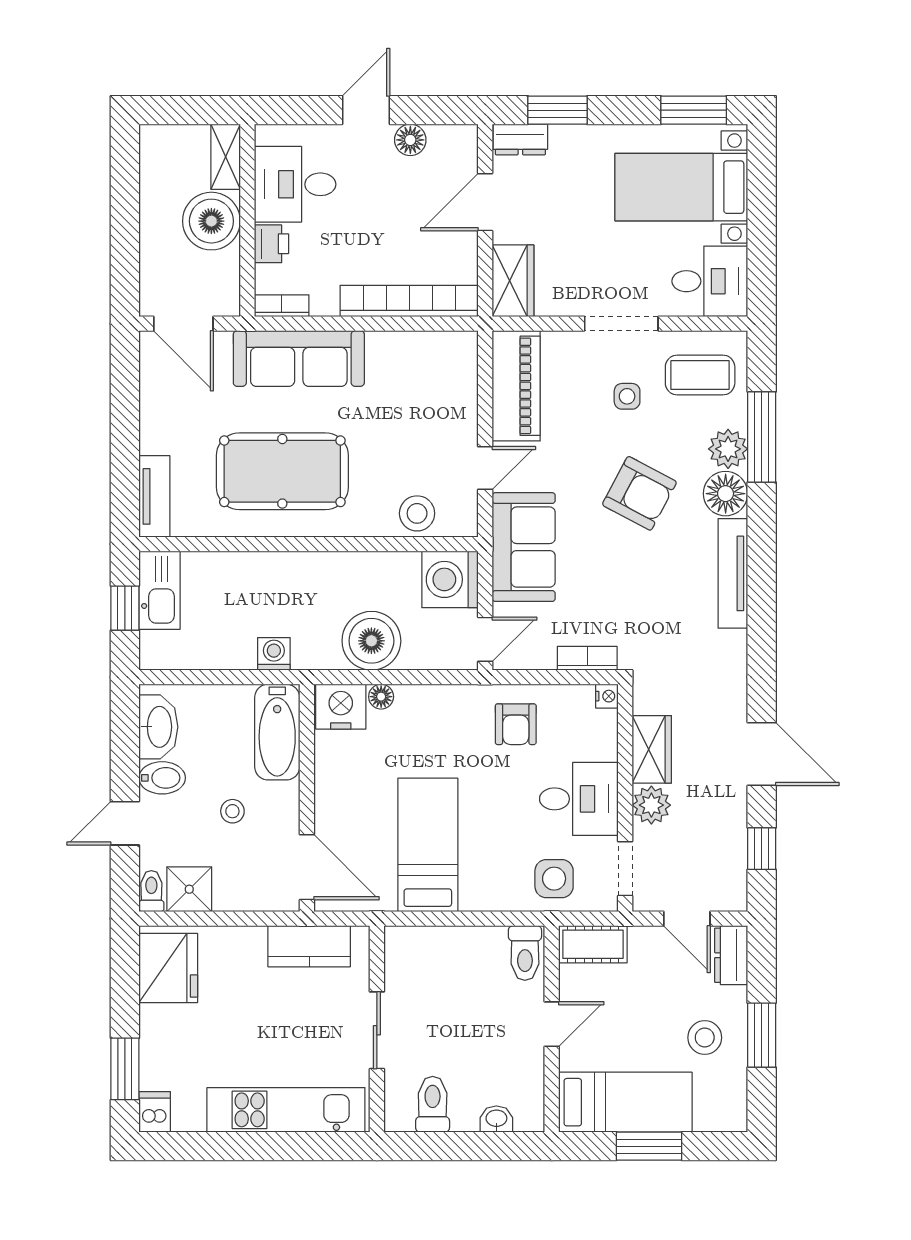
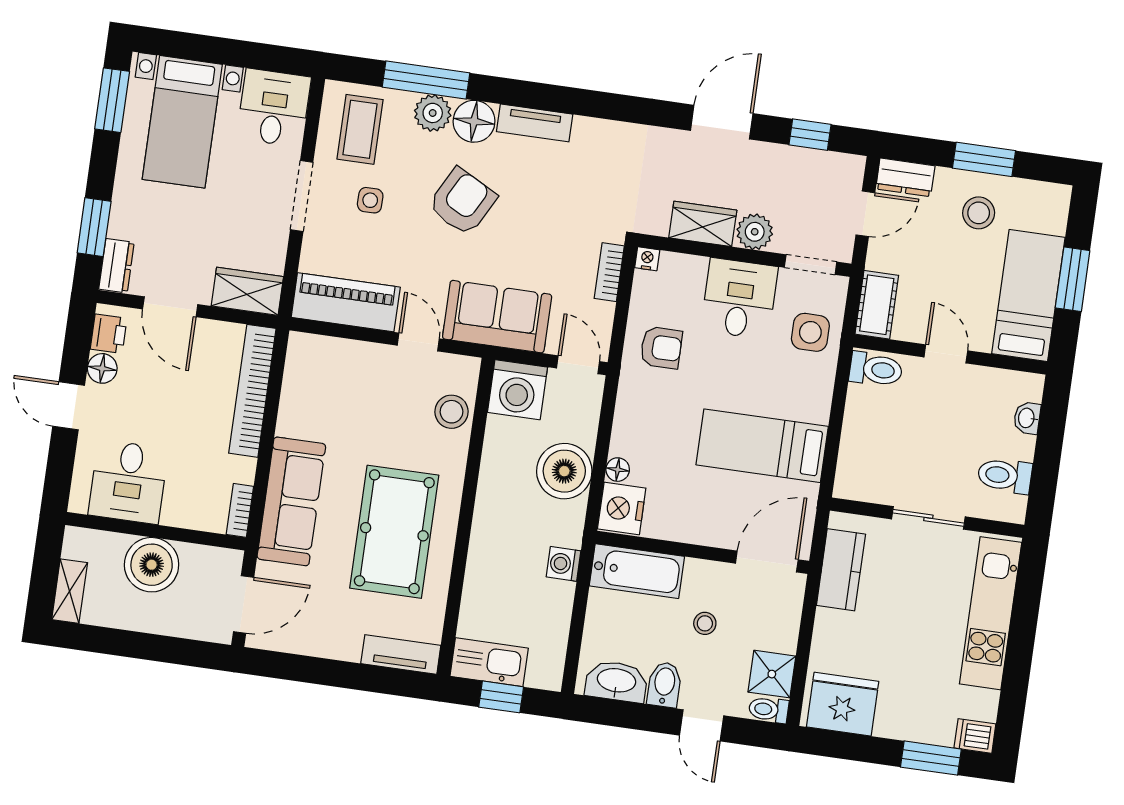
shelving: (226, 157) -> (70, 591), moved, turned 90
printer: (271, 244) -> (109, 334), moved, turned 90
tv unit: (733, 573) -> (535, 123), width x0.71

